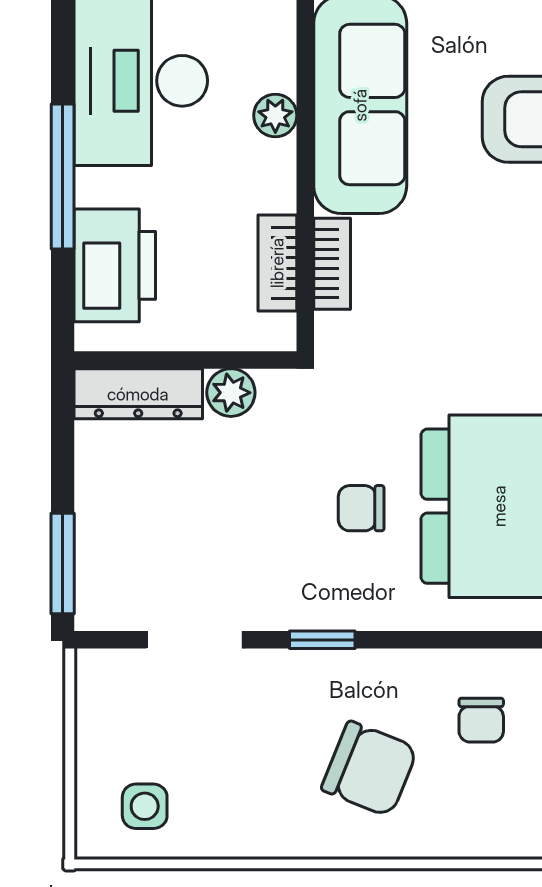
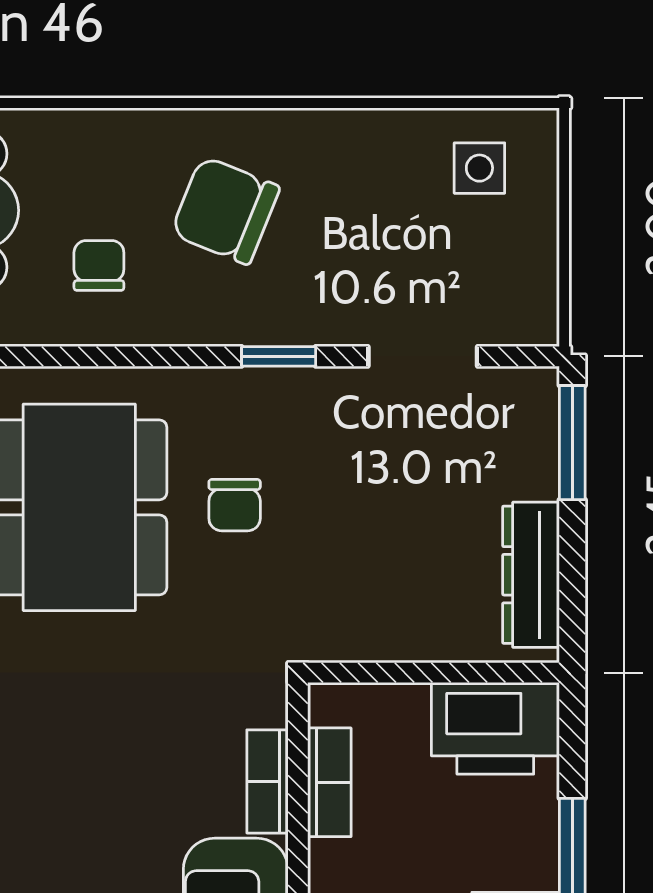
printer: (115, 265) -> (495, 728), moved, turned -90
plant: (231, 393) -> (382, 636), removed
dresser: (138, 394) -> (531, 575), moved, turned -90
chair: (361, 508) -> (235, 505), turned 90

